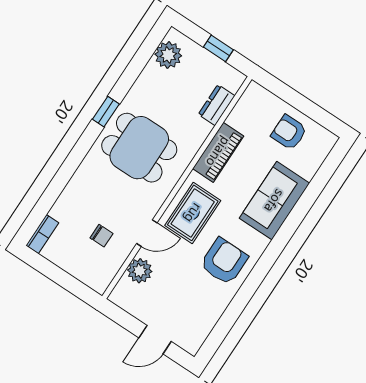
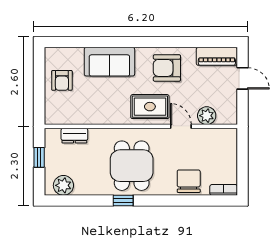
piano: (218, 152) -> (217, 56), moved, turned 180
chair: (102, 236) -> (189, 181), moved, width x1.87, depth x1.87

